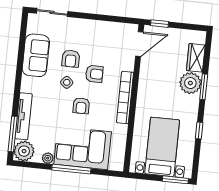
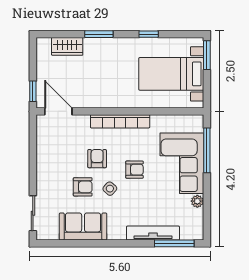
plant: (190, 83) -> (96, 50), removed
plant: (24, 151) -> (192, 229), removed
window: (71, 169) -> (207, 150), moved

